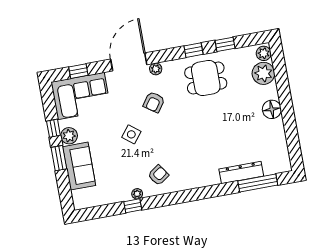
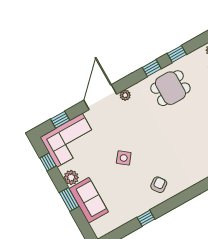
armchair: (154, 102) -> (133, 124), removed
window: (53, 128) -> (48, 162), moved
plant: (137, 194) -> (146, 207), removed

